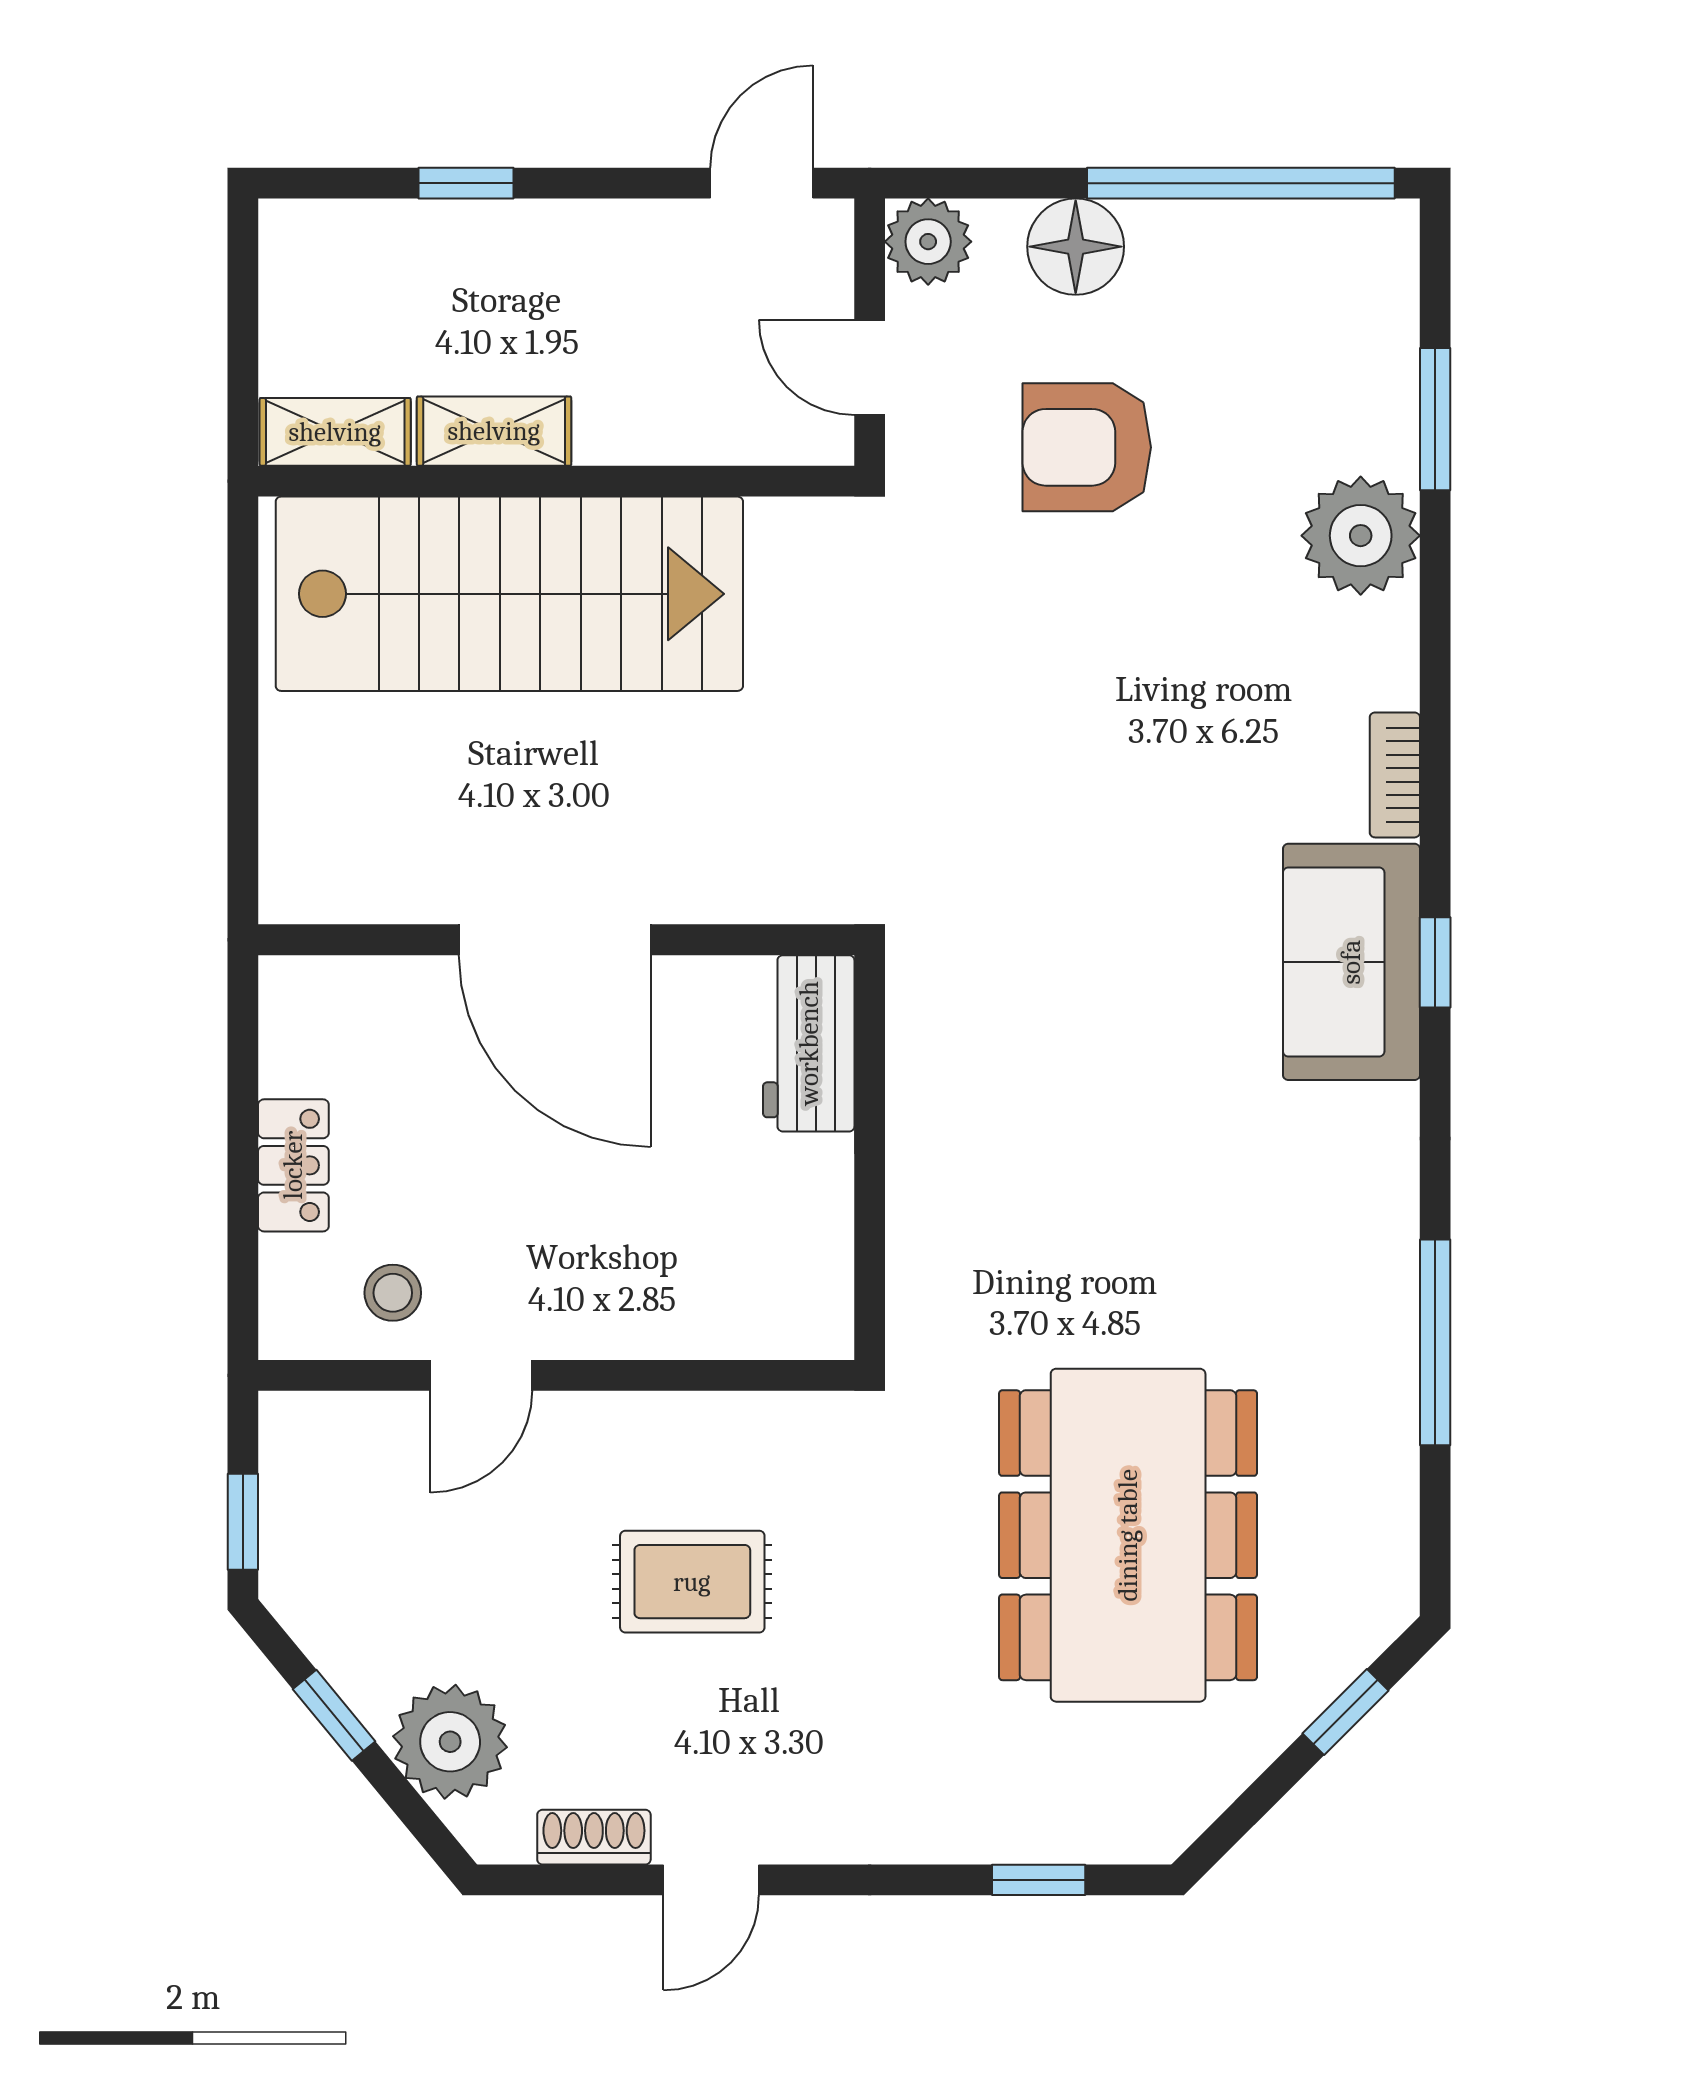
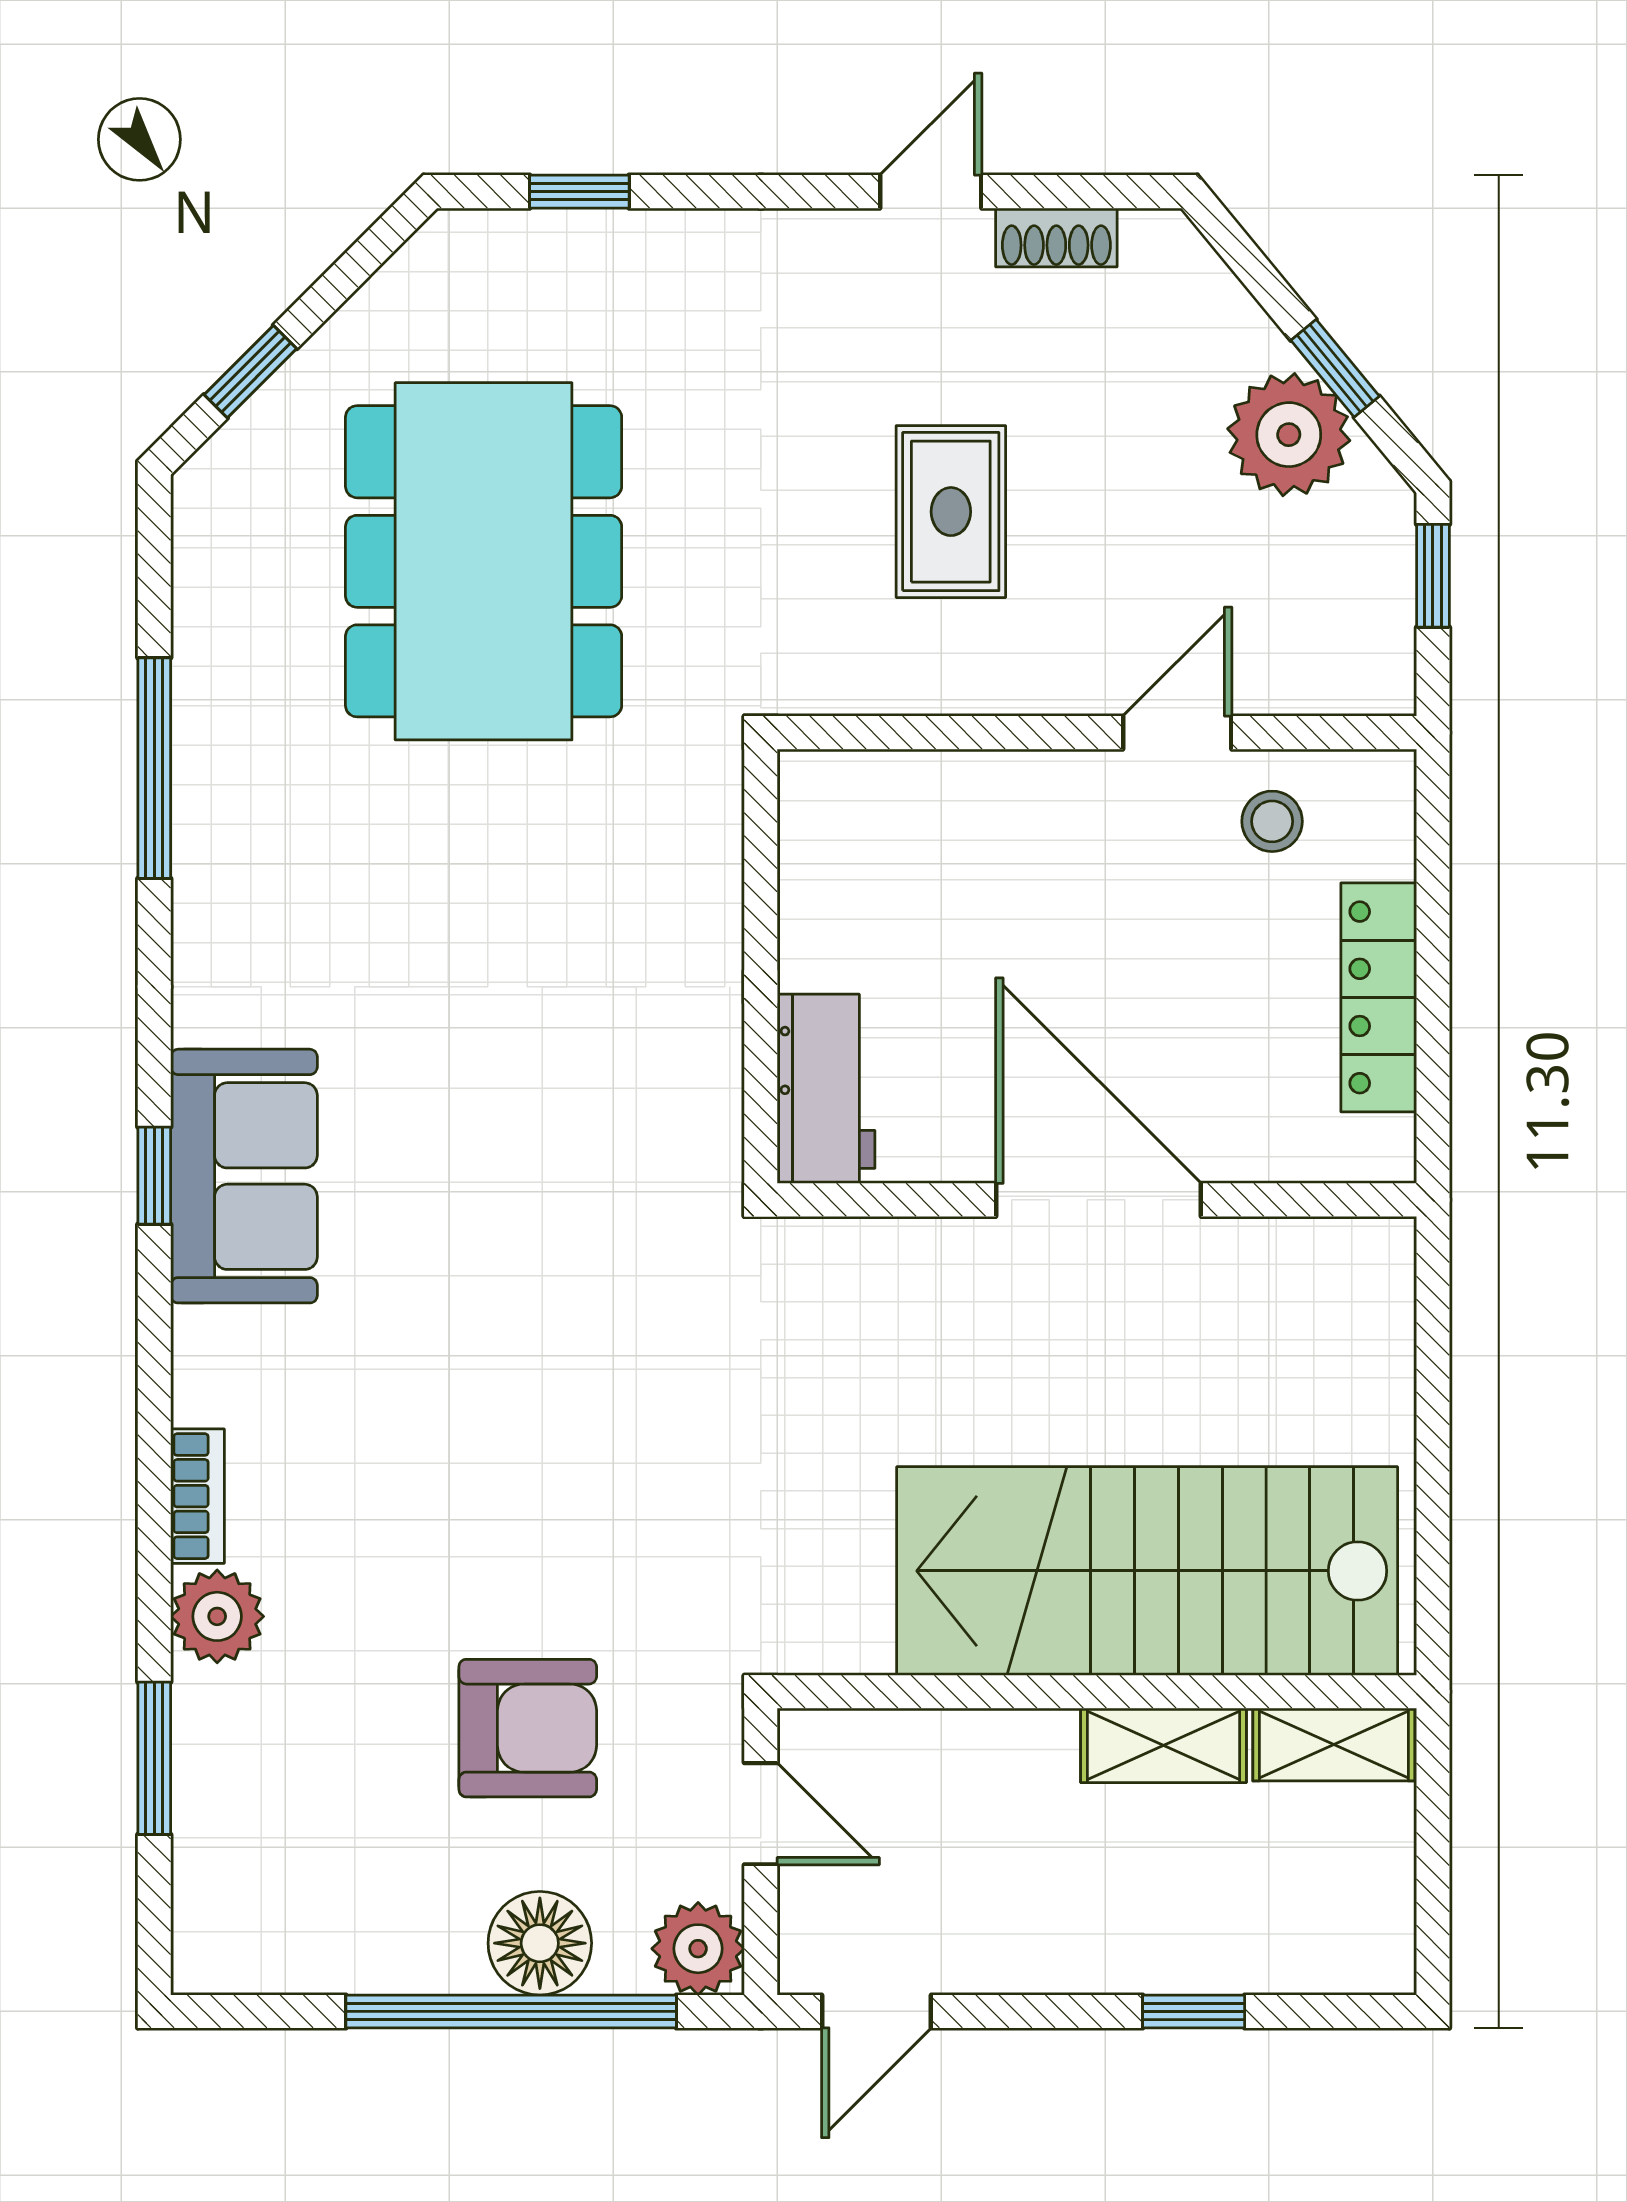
window: (1241, 183) -> (511, 2011), moved
plant: (1361, 536) -> (217, 1616), width x0.73, depth x0.73
bookcase: (1395, 775) -> (197, 1496), moved
locker: (293, 1165) -> (1379, 997), width x1.53
rug: (692, 1582) -> (951, 512), turned 90
plant: (450, 1742) -> (1289, 435), moved

